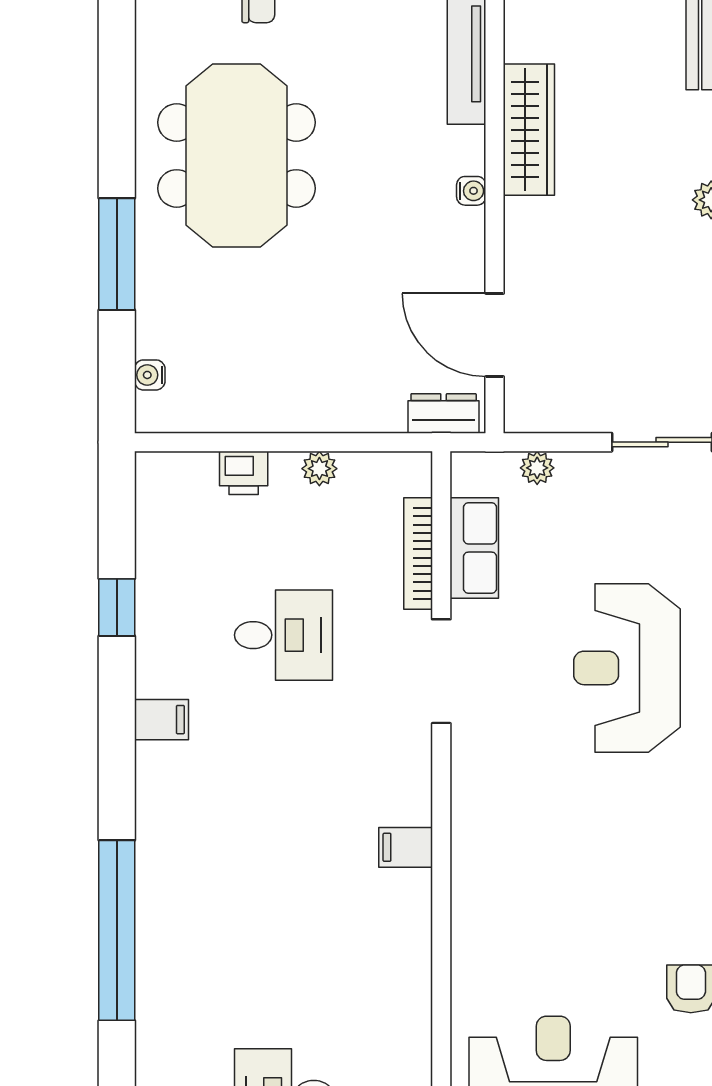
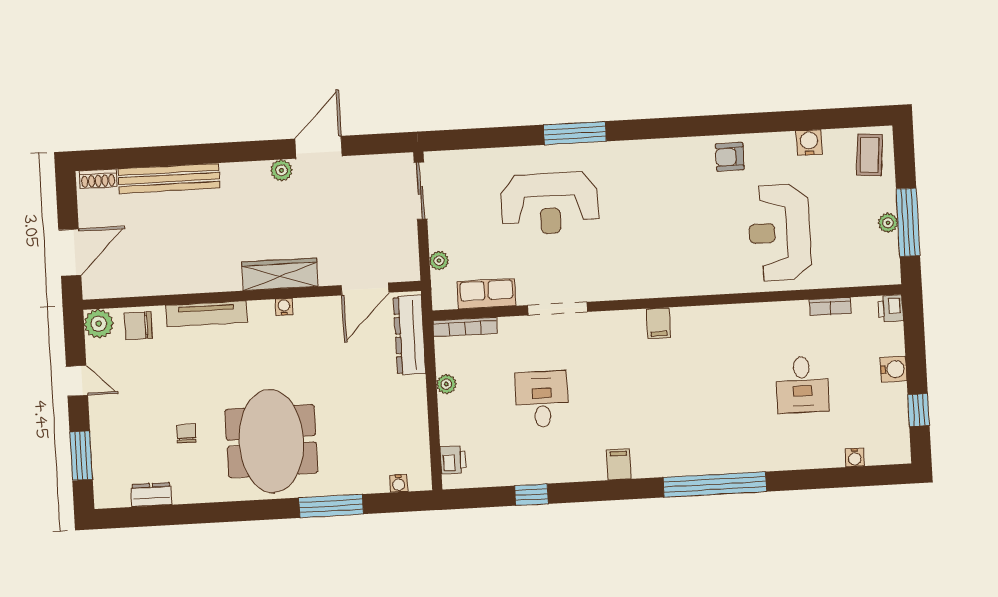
wardrobe: (529, 130) -> (280, 274), moved
meeting table: (236, 155) -> (271, 441), turned 90
dresser: (444, 413) -> (409, 335), width x1.96, depth x1.24
printer: (244, 473) -> (453, 460), moved
bookcase: (418, 554) -> (465, 327), moved
filing cabinet: (162, 720) -> (619, 464), moved

